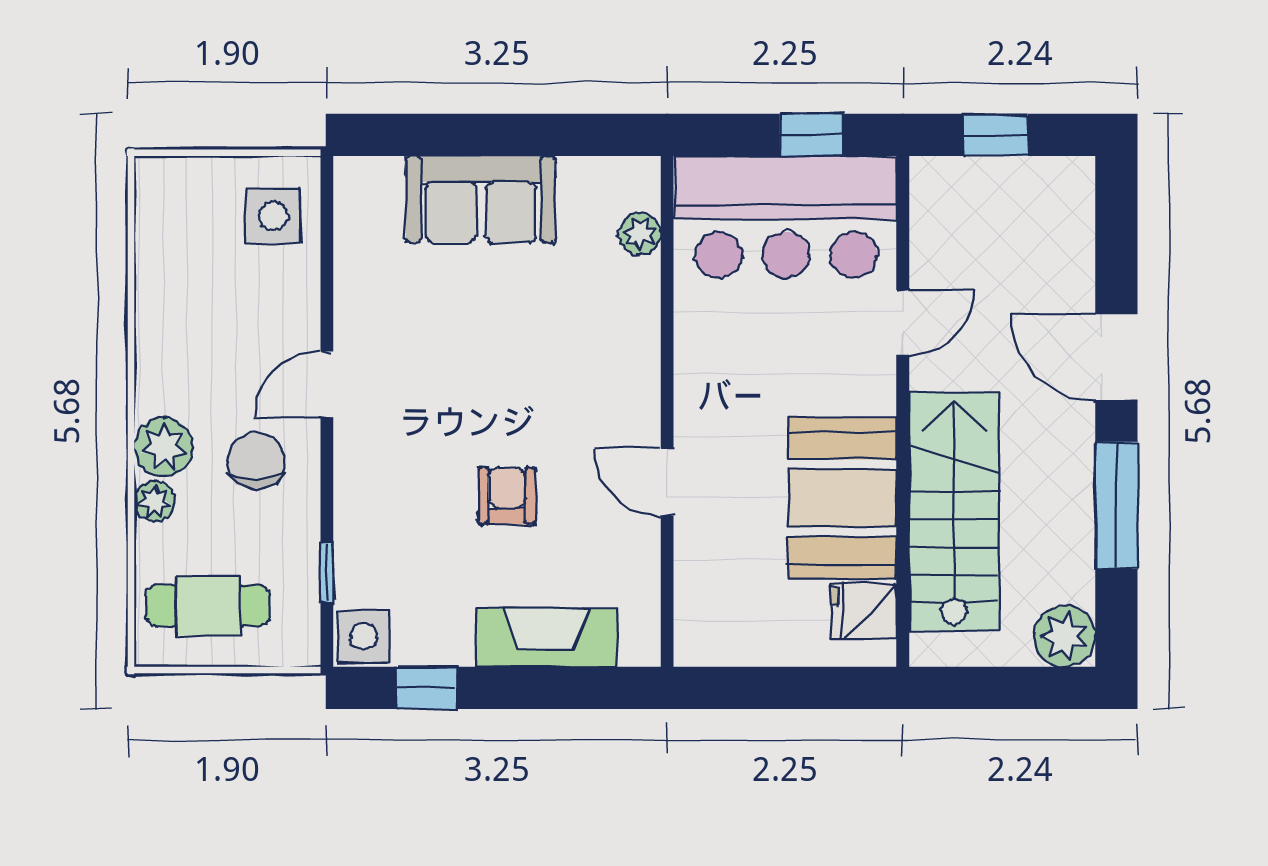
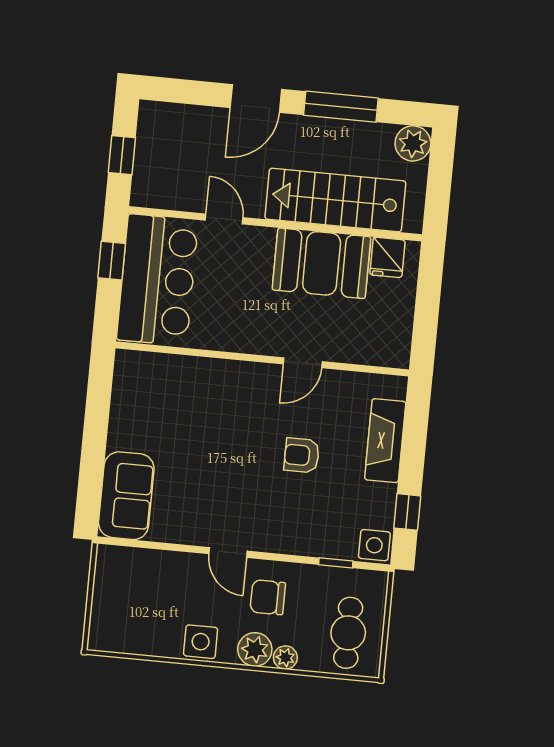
sofa: (481, 199) -> (126, 496), moved
side table: (273, 216) -> (201, 642), moved
plant: (640, 234) -> (159, 365), removed

